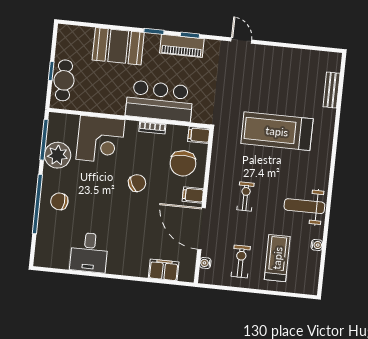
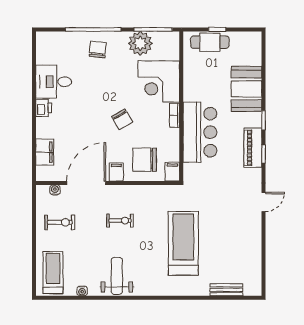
bookcase: (152, 128) -> (175, 115), moved
treadmill: (277, 258) -> (53, 273), moved, turned -90
printer: (116, 266) -> (44, 108), added

